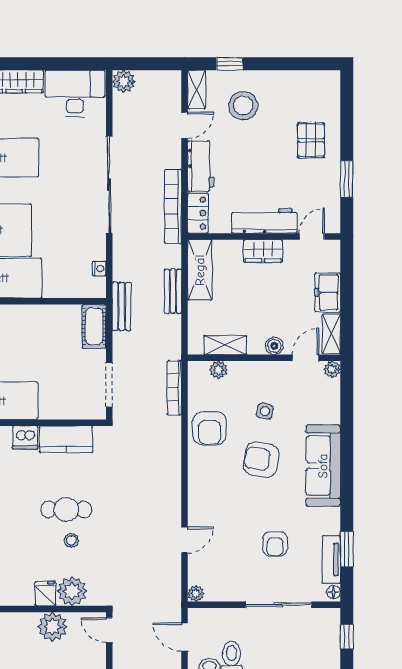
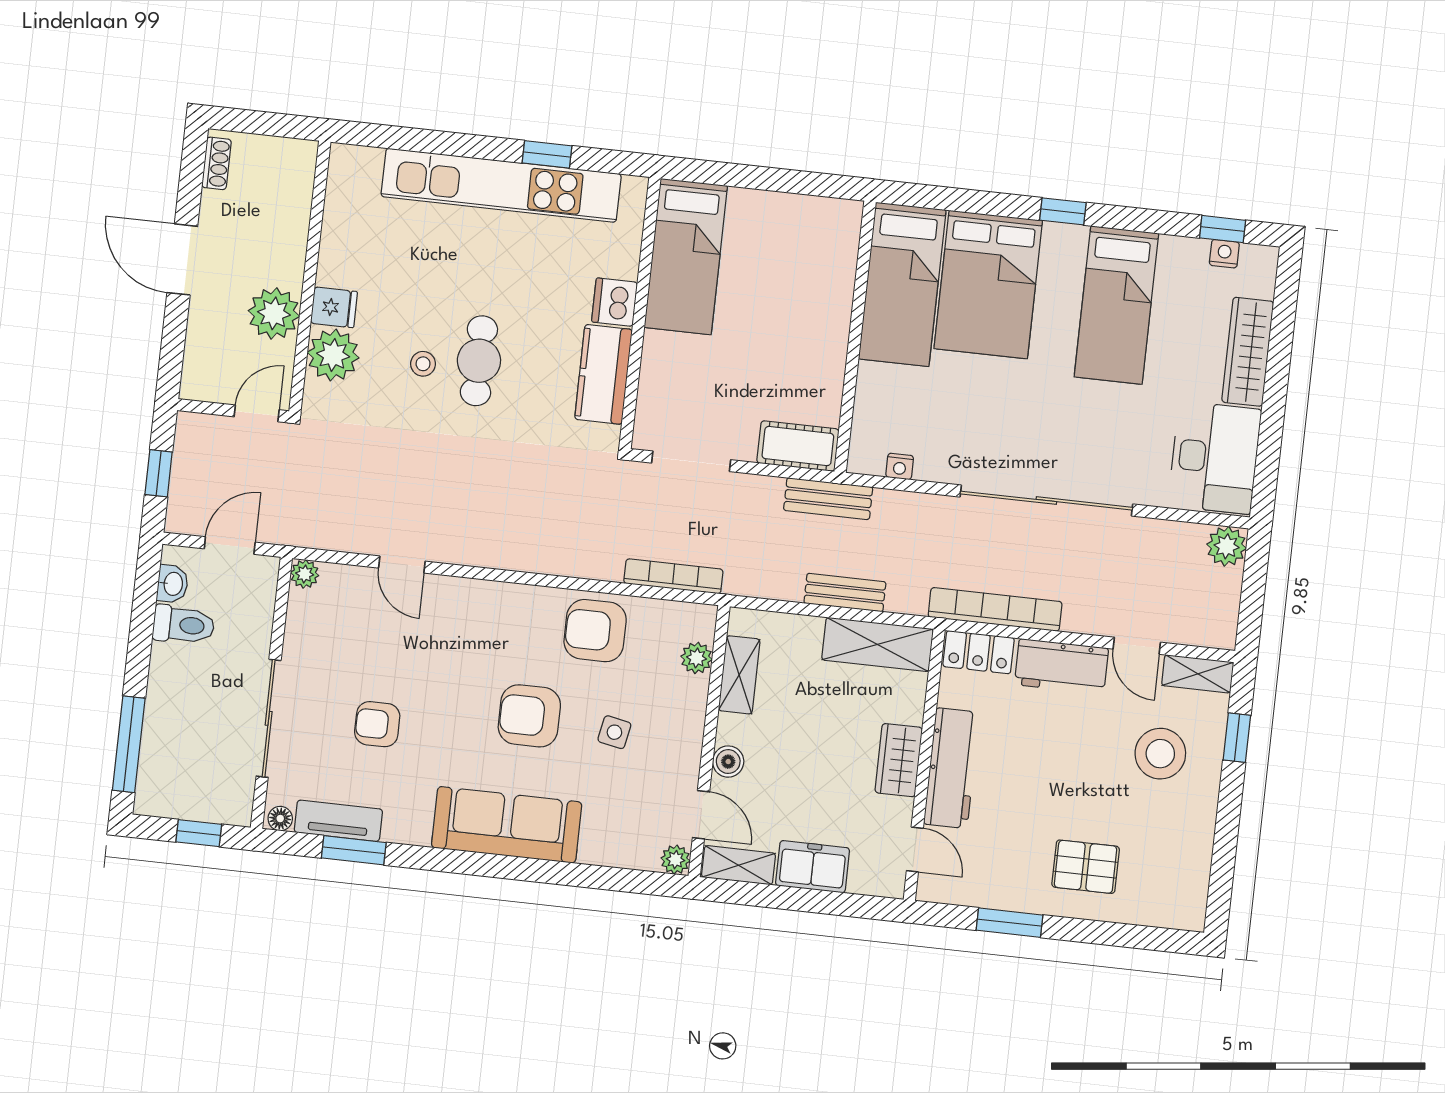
armchair: (261, 460) -> (529, 716), turned -99

